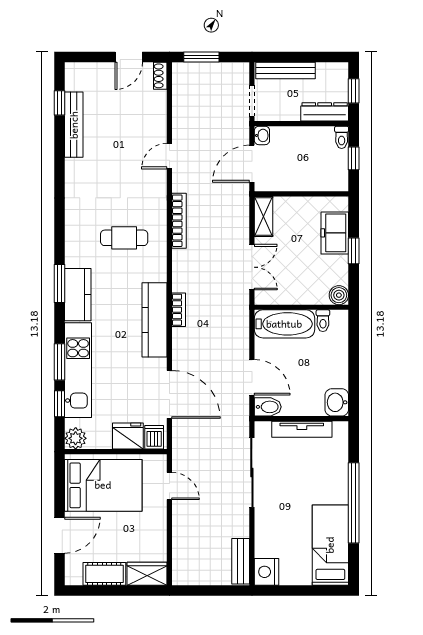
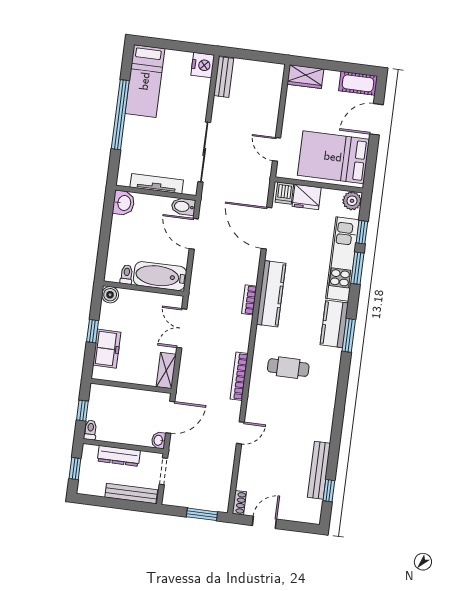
dresser: (325, 112) -> (119, 456), moved
cot: (104, 574) -> (358, 83), moved

